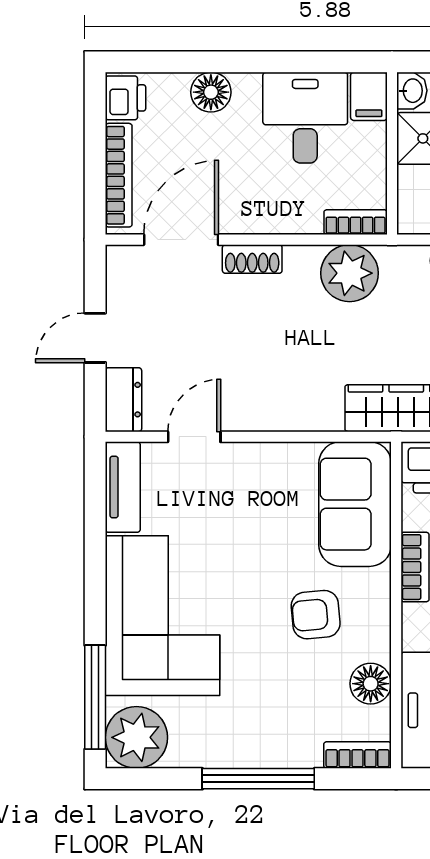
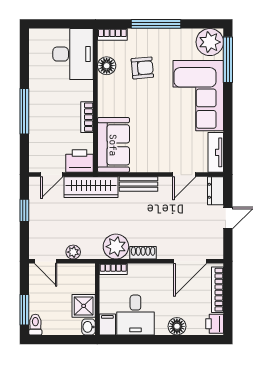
shoe rack: (252, 259) -> (143, 253), moved
bench: (298, 415) -> (138, 184), added
armchair: (316, 615) -> (142, 68), moved

